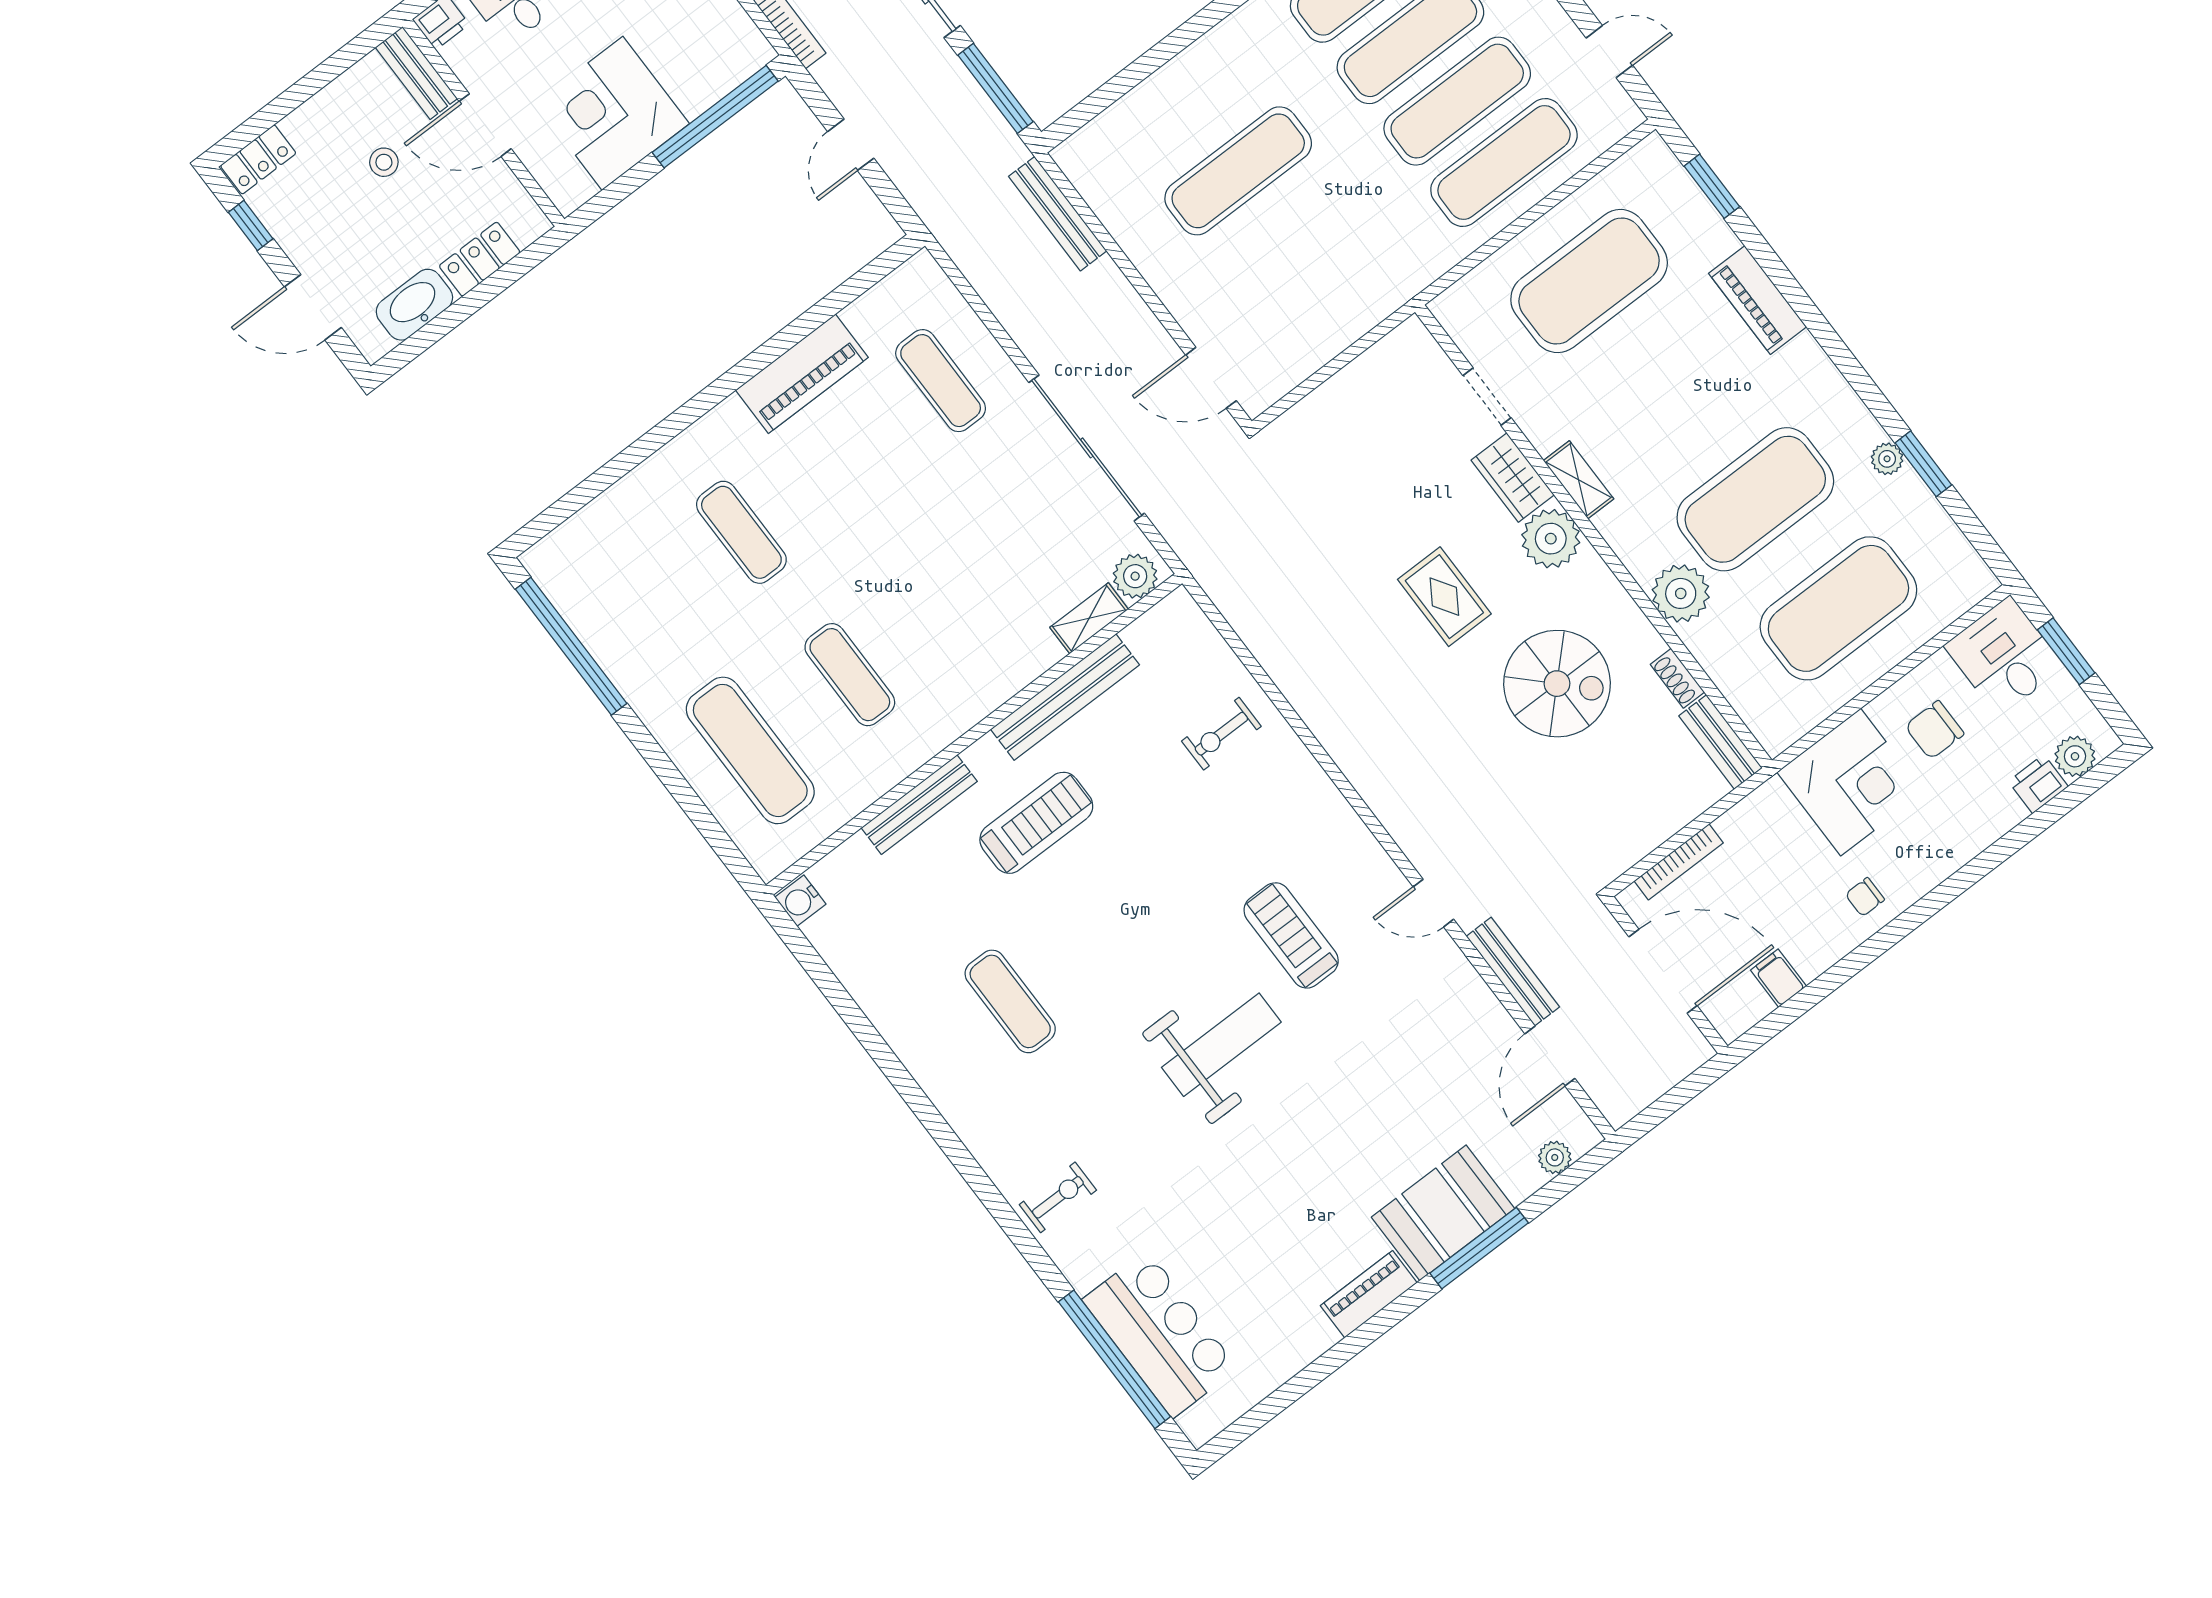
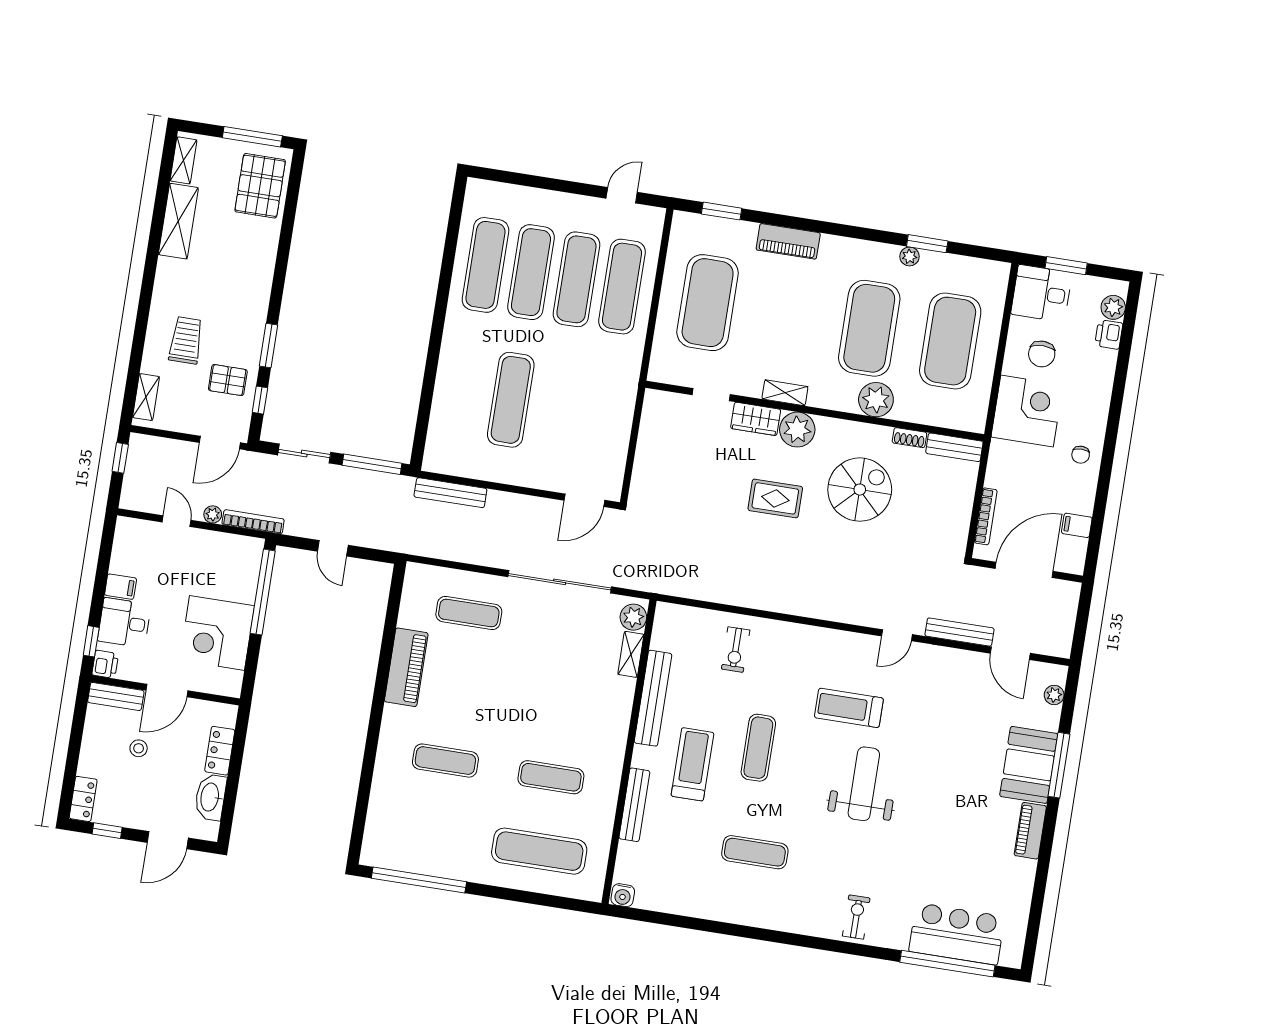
exercise mat: (1135, 879) -> (758, 748), added

